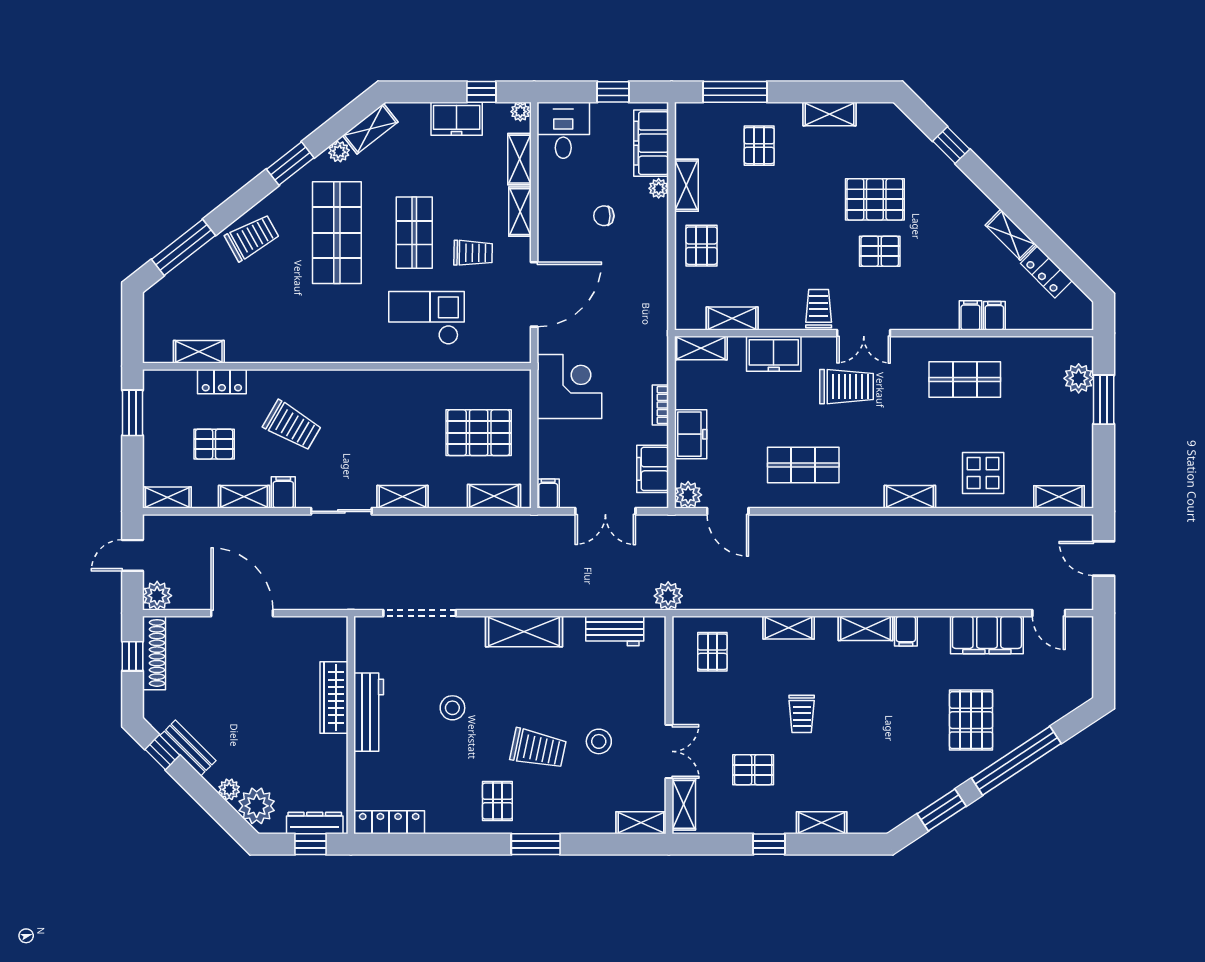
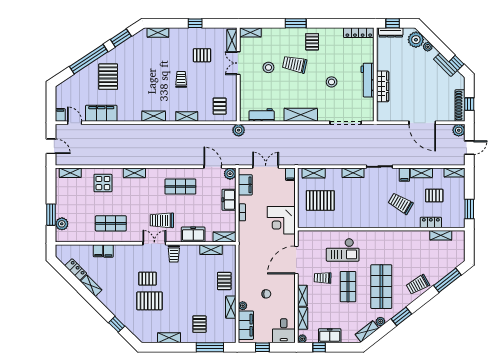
filing cabinet: (906, 631) -> (60, 115), moved
shelving: (822, 823) -> (158, 32), moved

